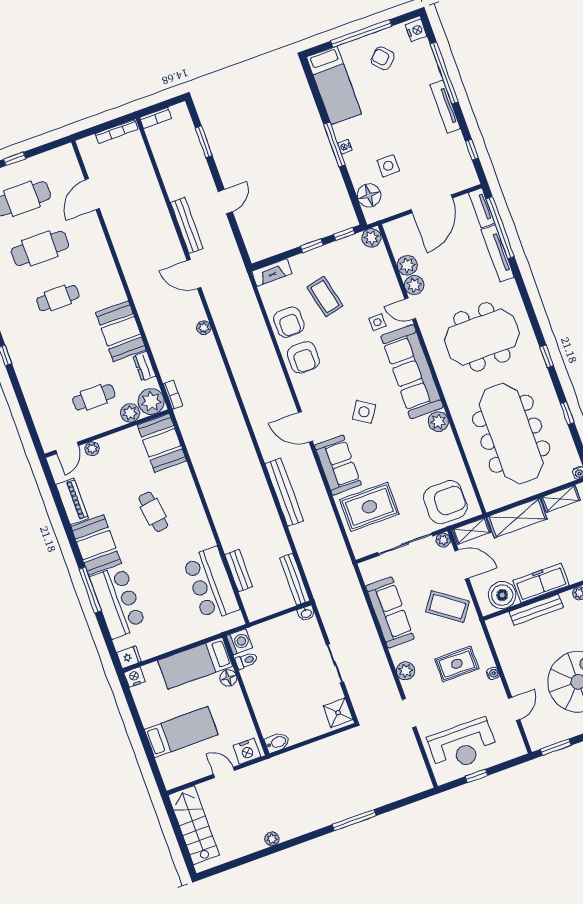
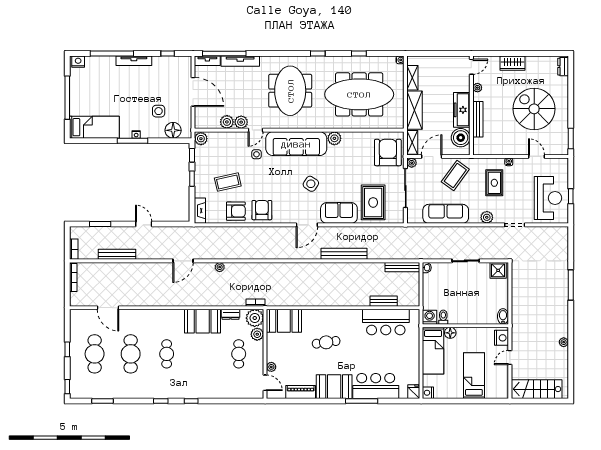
armchair: (383, 58) -> (88, 90), removed
bench: (187, 225) -> (117, 254), moved
armchair: (303, 357) -> (262, 210), turned -90

